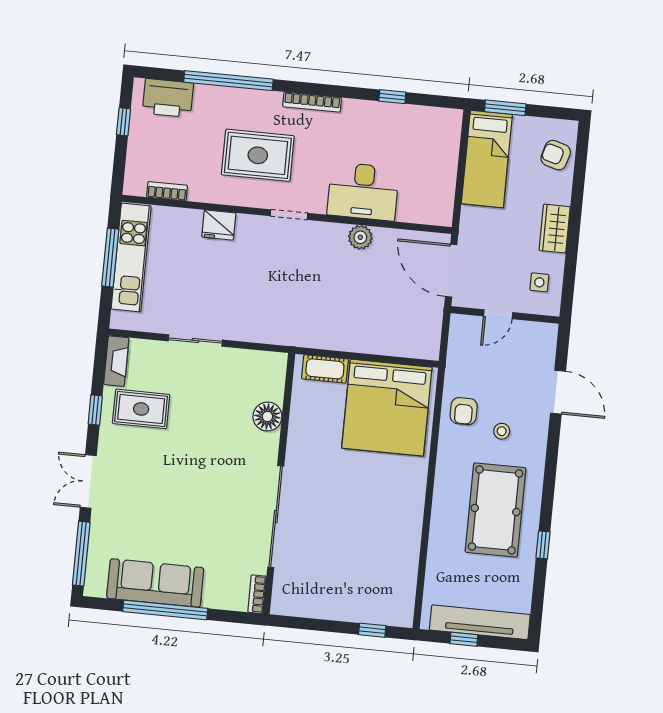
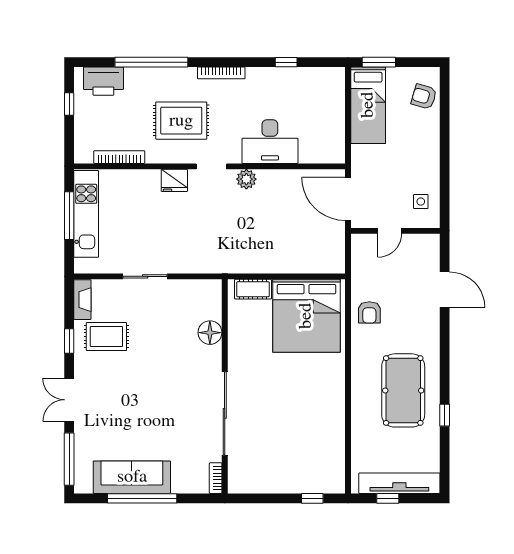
bookcase: (167, 191) -> (119, 157), width x1.56
fridge: (219, 225) -> (174, 180), moved
wardrobe: (555, 229) -> (429, 157), removed
plant: (360, 237) -> (246, 179), moved
stool: (502, 431) -> (402, 326), removed

